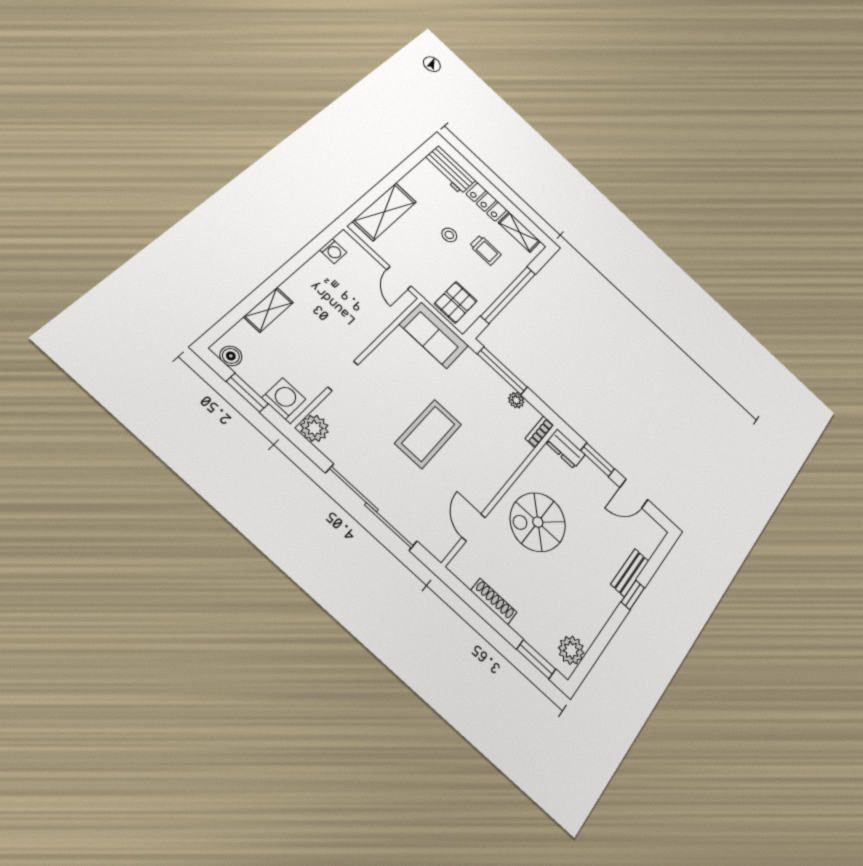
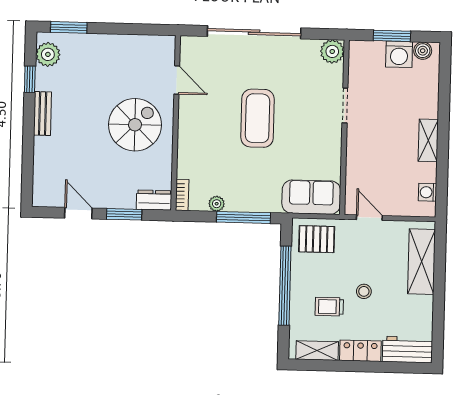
pallet: (456, 302) -> (317, 239), turned 90
shelving: (268, 310) -> (428, 140), moved
washing machine: (284, 398) -> (399, 54), moved
door: (634, 494) -> (78, 213), hinge flipped
bench: (630, 573) -> (43, 114), moved
window: (633, 595) -> (30, 79), moved
shoe rack: (494, 601) -> (126, 41), removed

